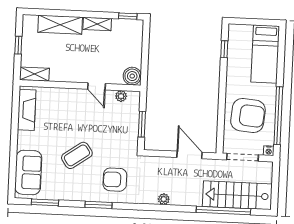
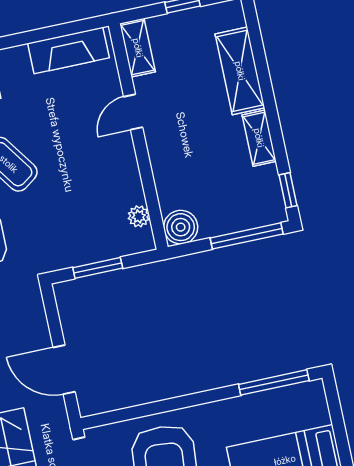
window: (146, 43) -> (247, 236), added
window: (224, 49) -> (274, 382), width x2.17
door: (96, 86) -> (133, 112), moved
door: (190, 155) -> (64, 370), swing flipped

